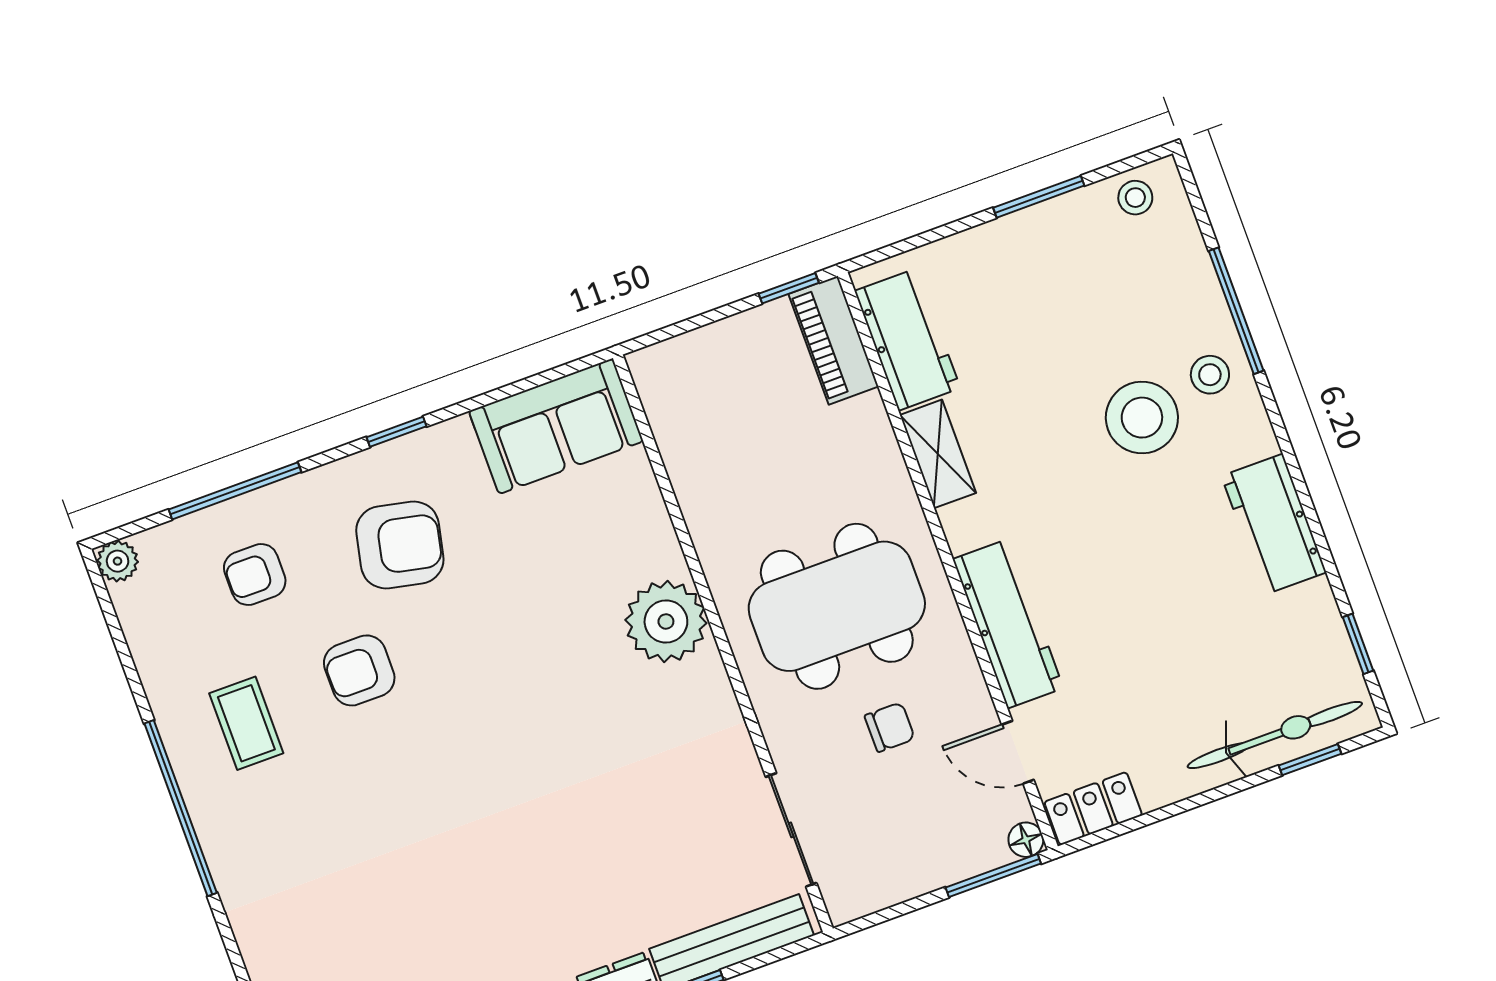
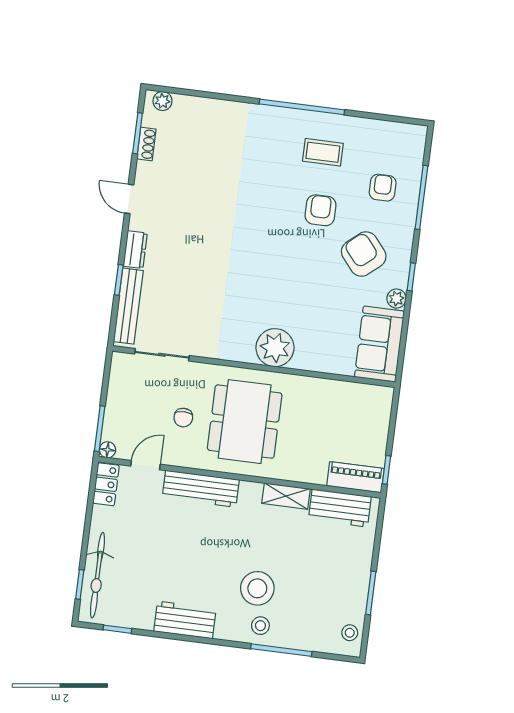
armchair: (400, 545) -> (364, 254), turned 128
plant: (118, 561) -> (396, 299), moved

